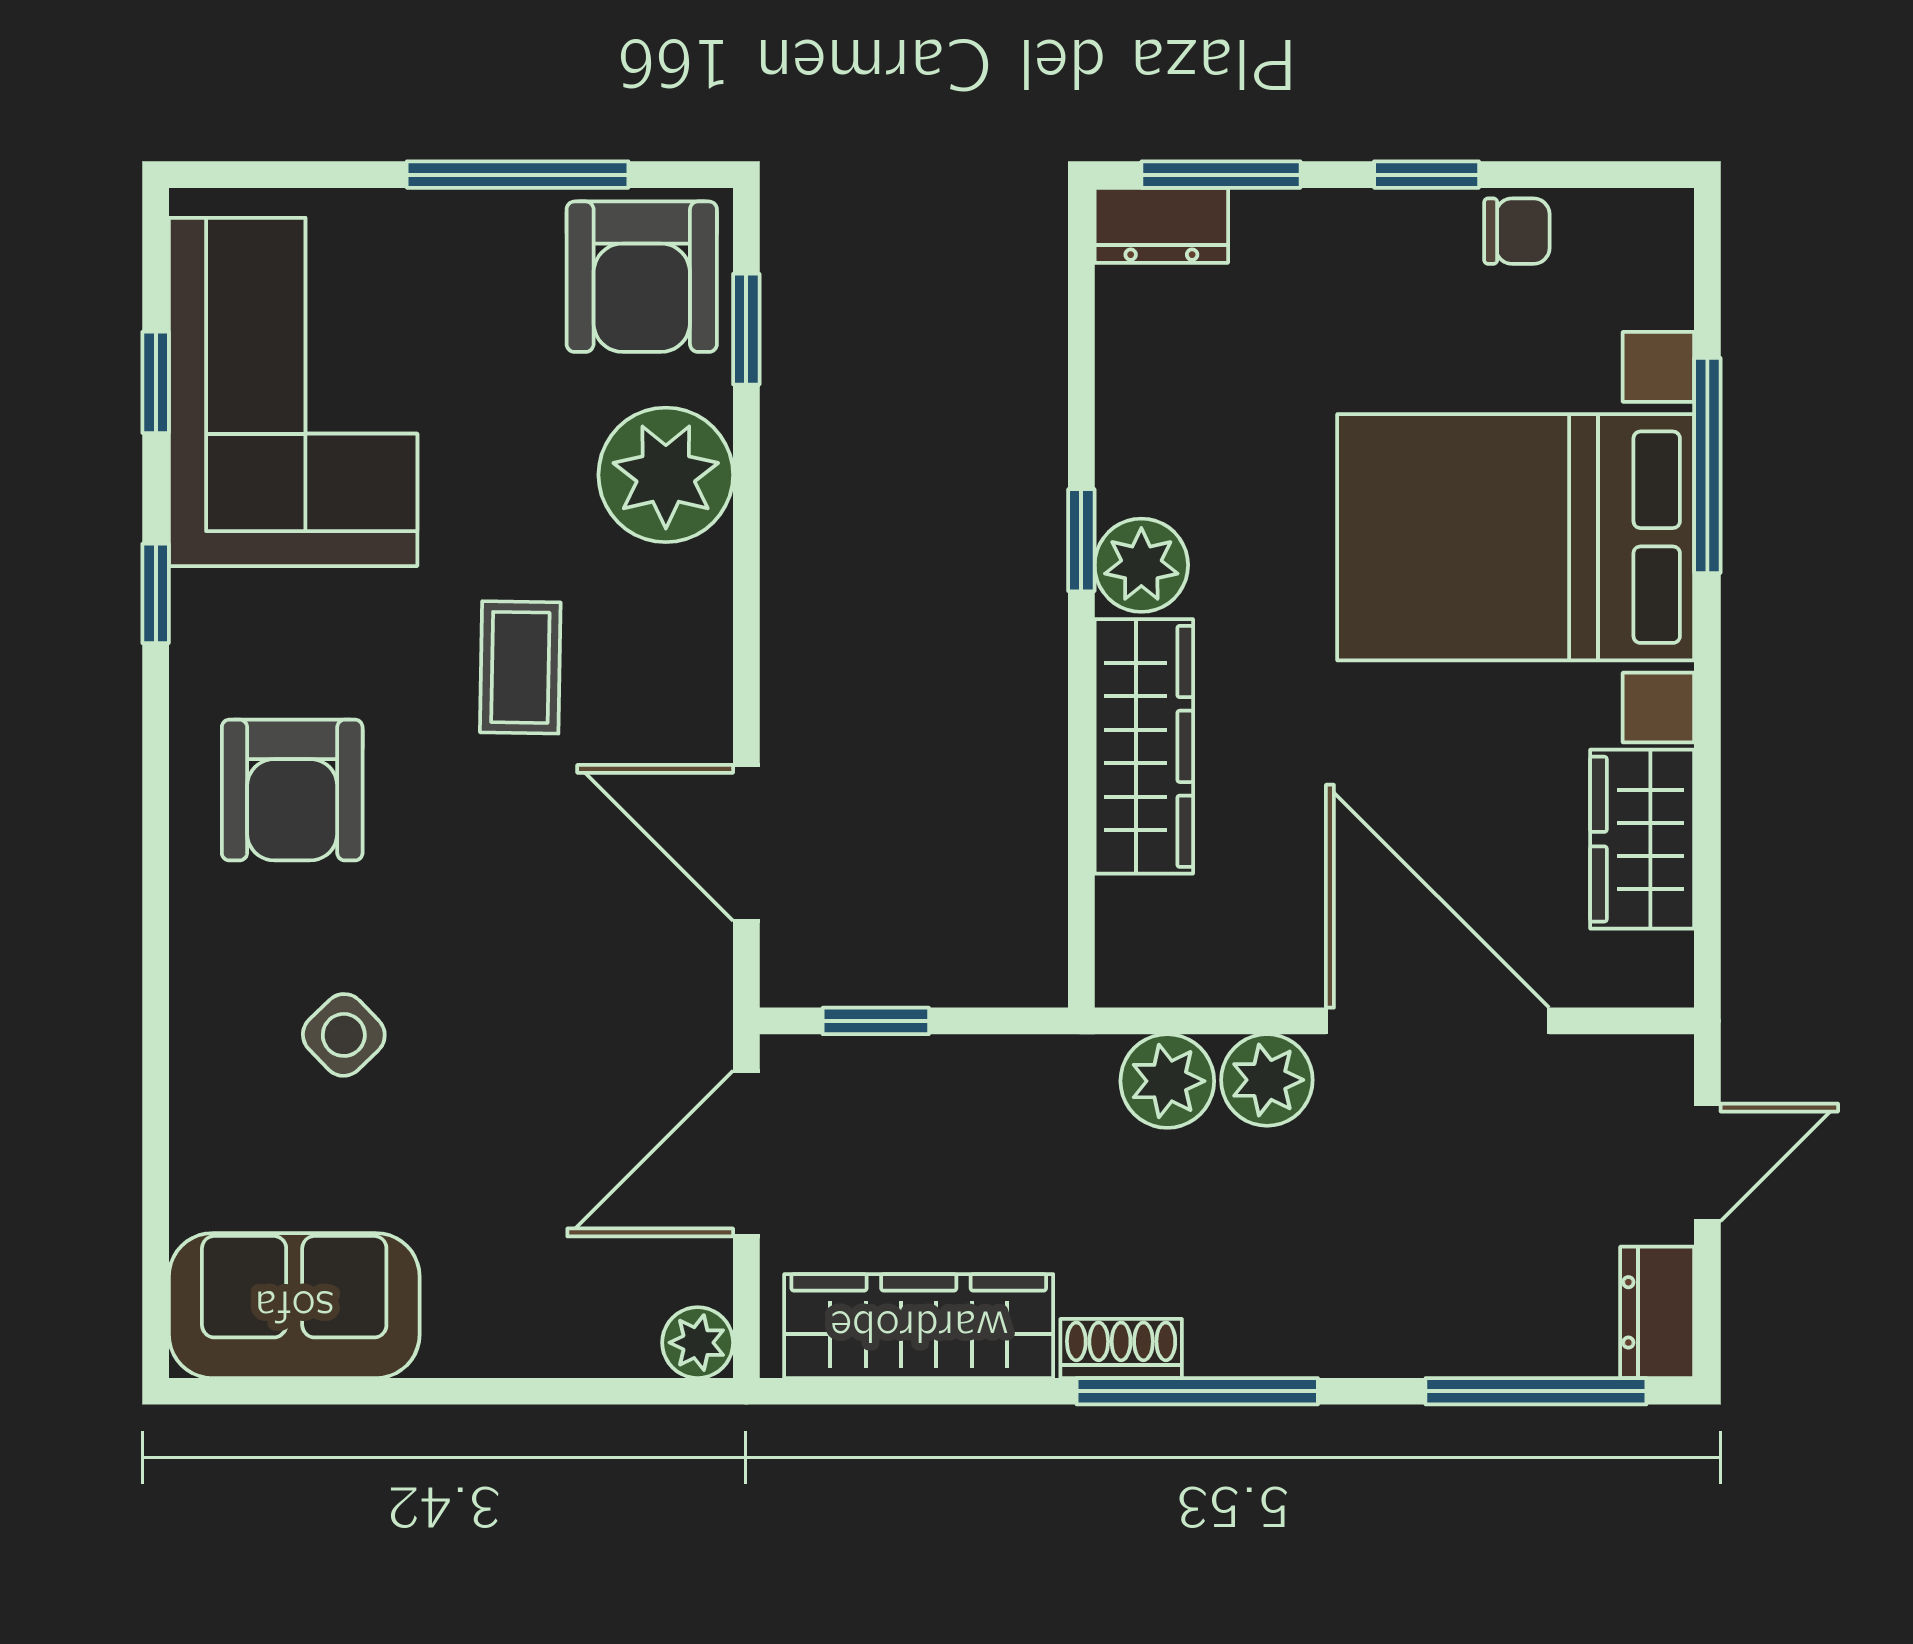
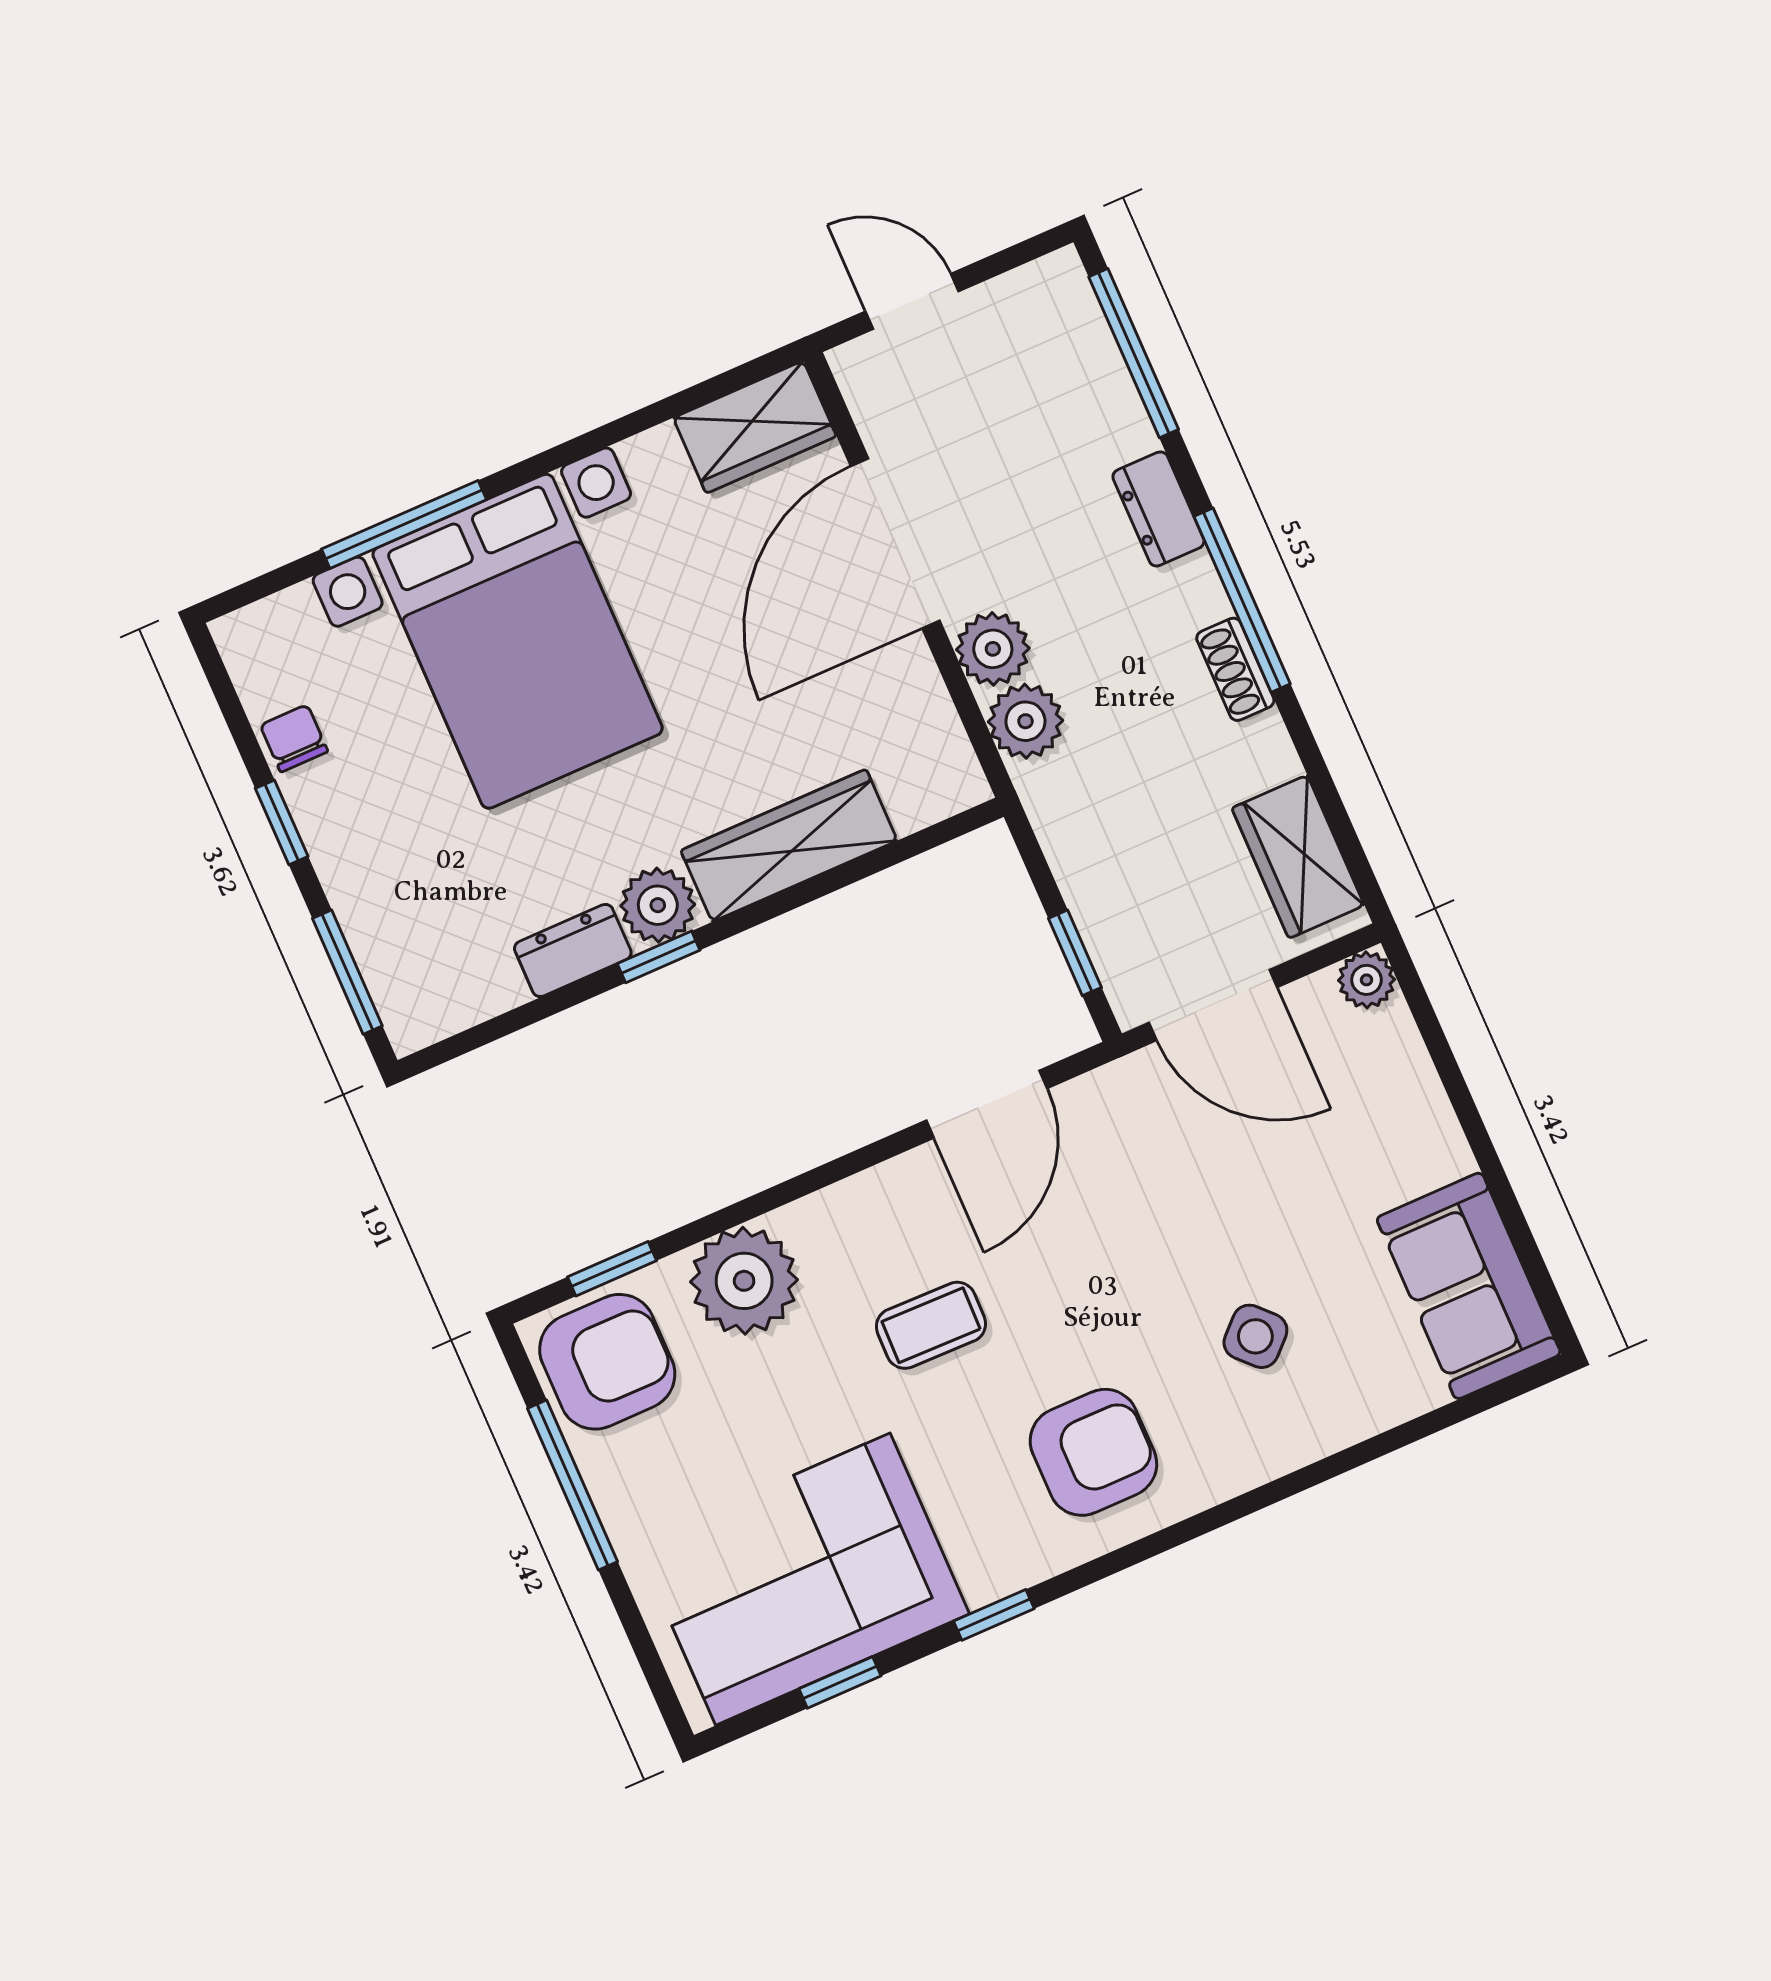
dresser: (1161, 225) -> (573, 950), moved, turned -90
wardrobe: (1642, 839) -> (755, 427), moved
dresser: (1657, 1312) -> (1158, 509), moved, turned 90
wardrobe: (919, 1326) -> (1298, 857), width x0.67

